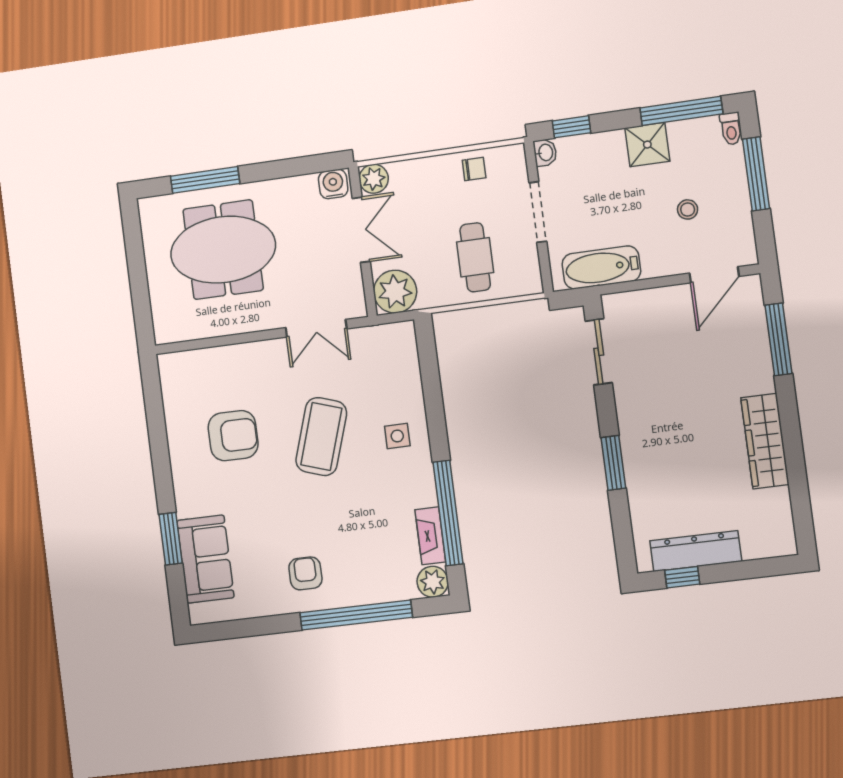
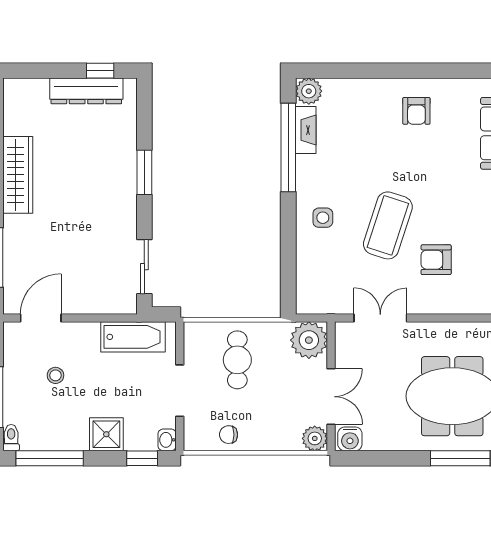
shower: (647, 145) -> (106, 434), moved
double door: (361, 230) -> (331, 397), swing flipped
armchair: (233, 436) -> (436, 260), moved, width x0.72, depth x0.72
window: (356, 615) -> (378, 71), removed

